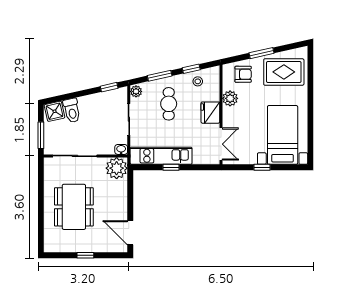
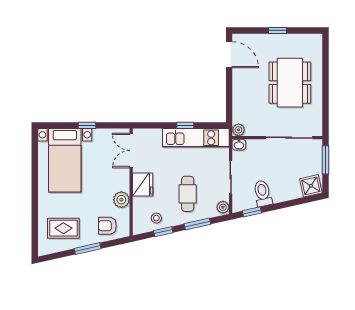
rug: (284, 72) -> (63, 228), width x0.73, depth x0.70
toilet: (72, 110) -> (263, 193), moved
plant: (117, 168) -> (238, 130), width x0.53, depth x0.53

